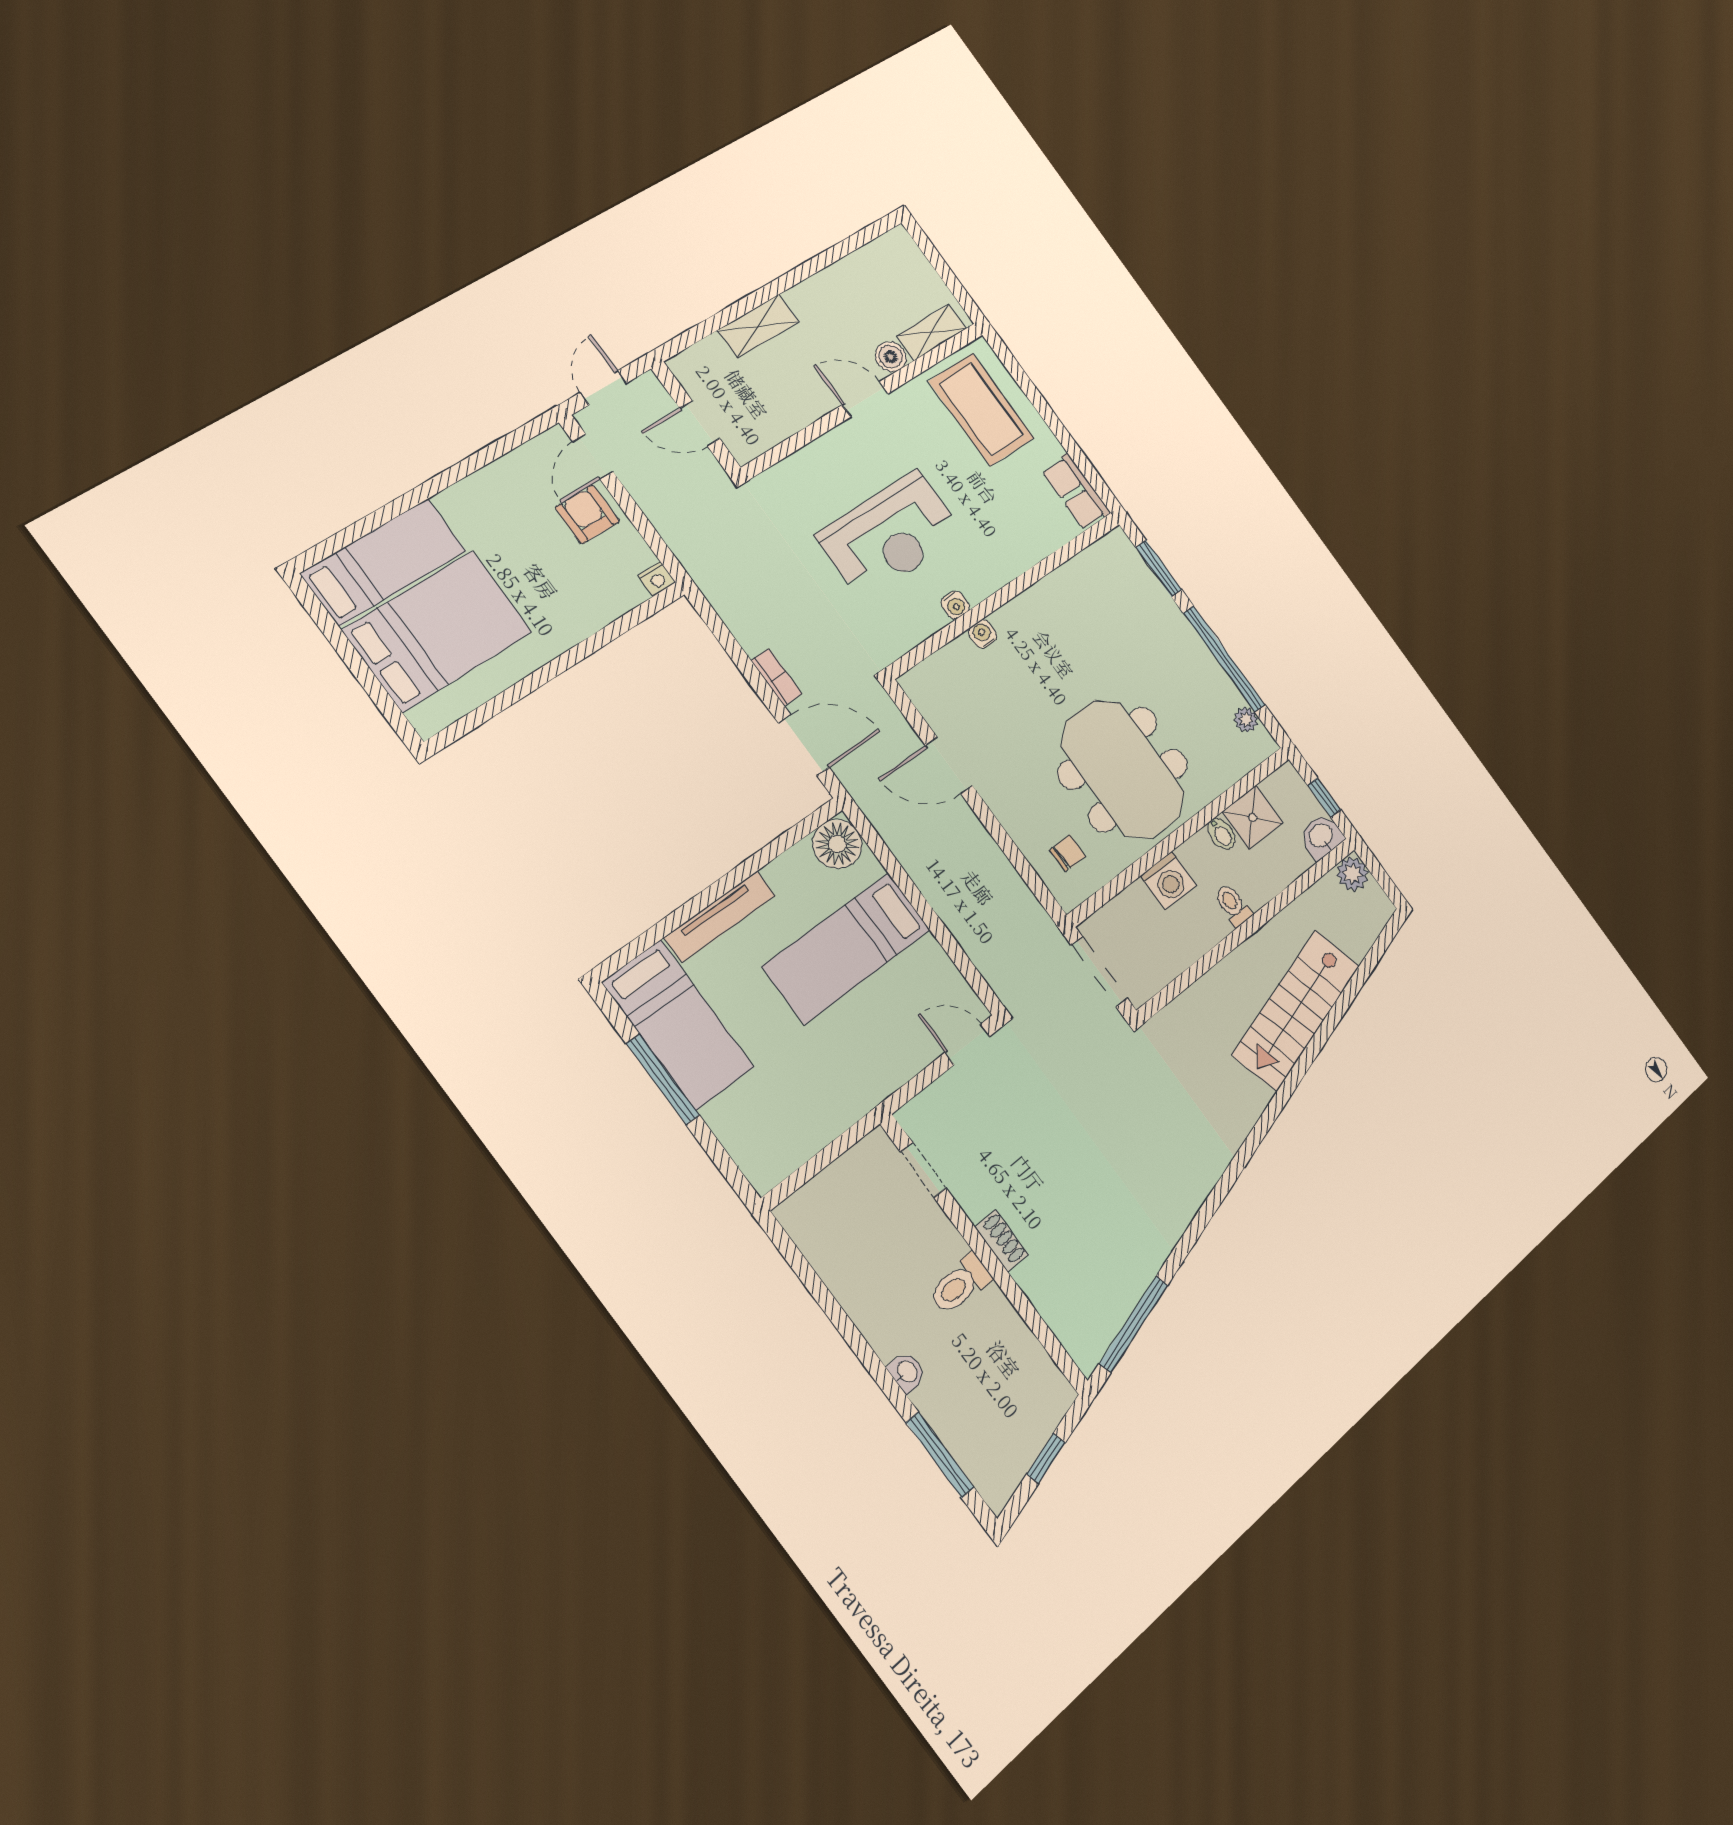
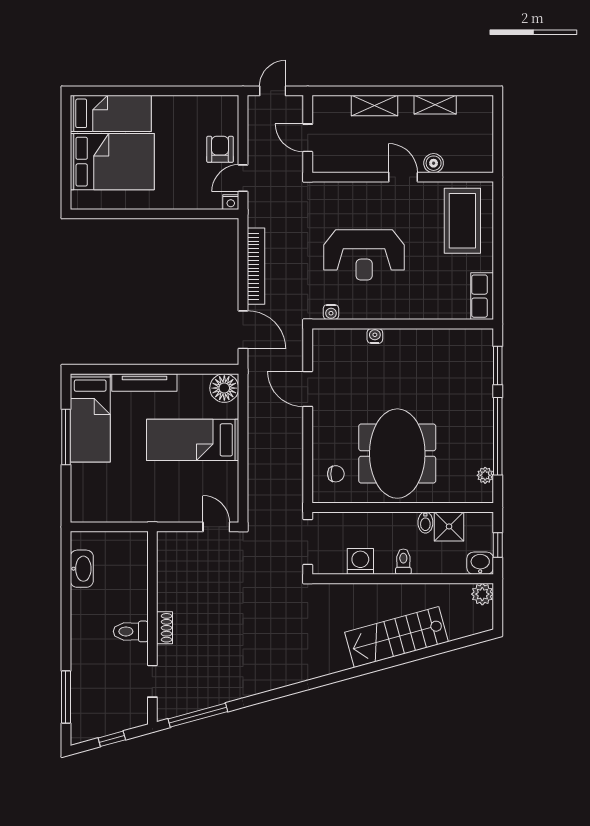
shelving: (932, 332) -> (435, 105), moved
door: (593, 457) -> (243, 178), moved
water cooler: (955, 605) -> (331, 312), moved
bookcase: (777, 677) -> (256, 266), width x2.31, depth x1.31
washing machine: (1168, 881) -> (360, 561), moved, turned 180
doorway: (923, 1170) -> (152, 681), moved
washbasin: (907, 1372) -> (82, 569), moved, width x1.91, depth x1.45

